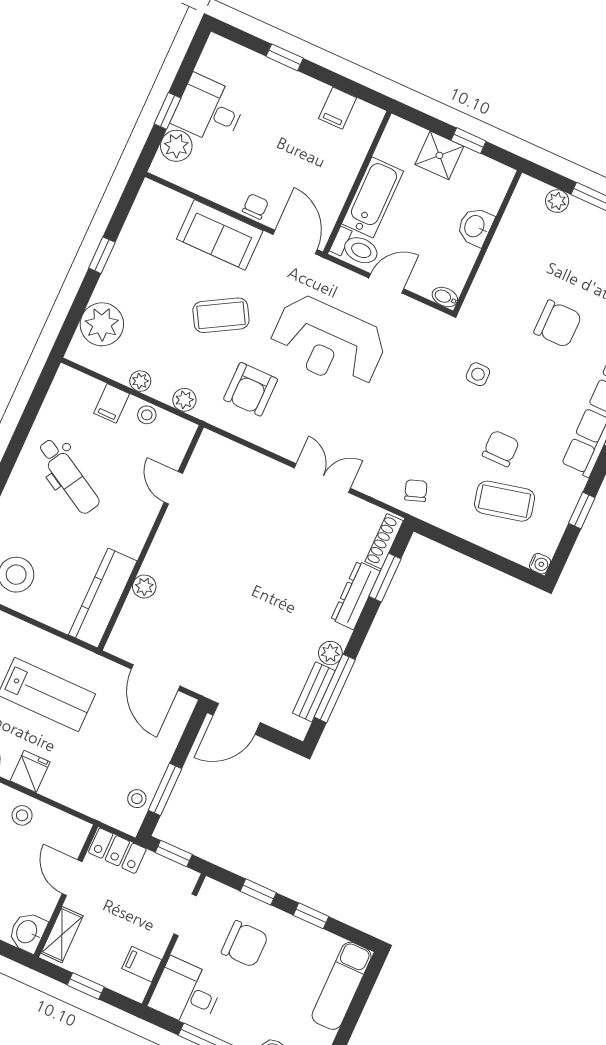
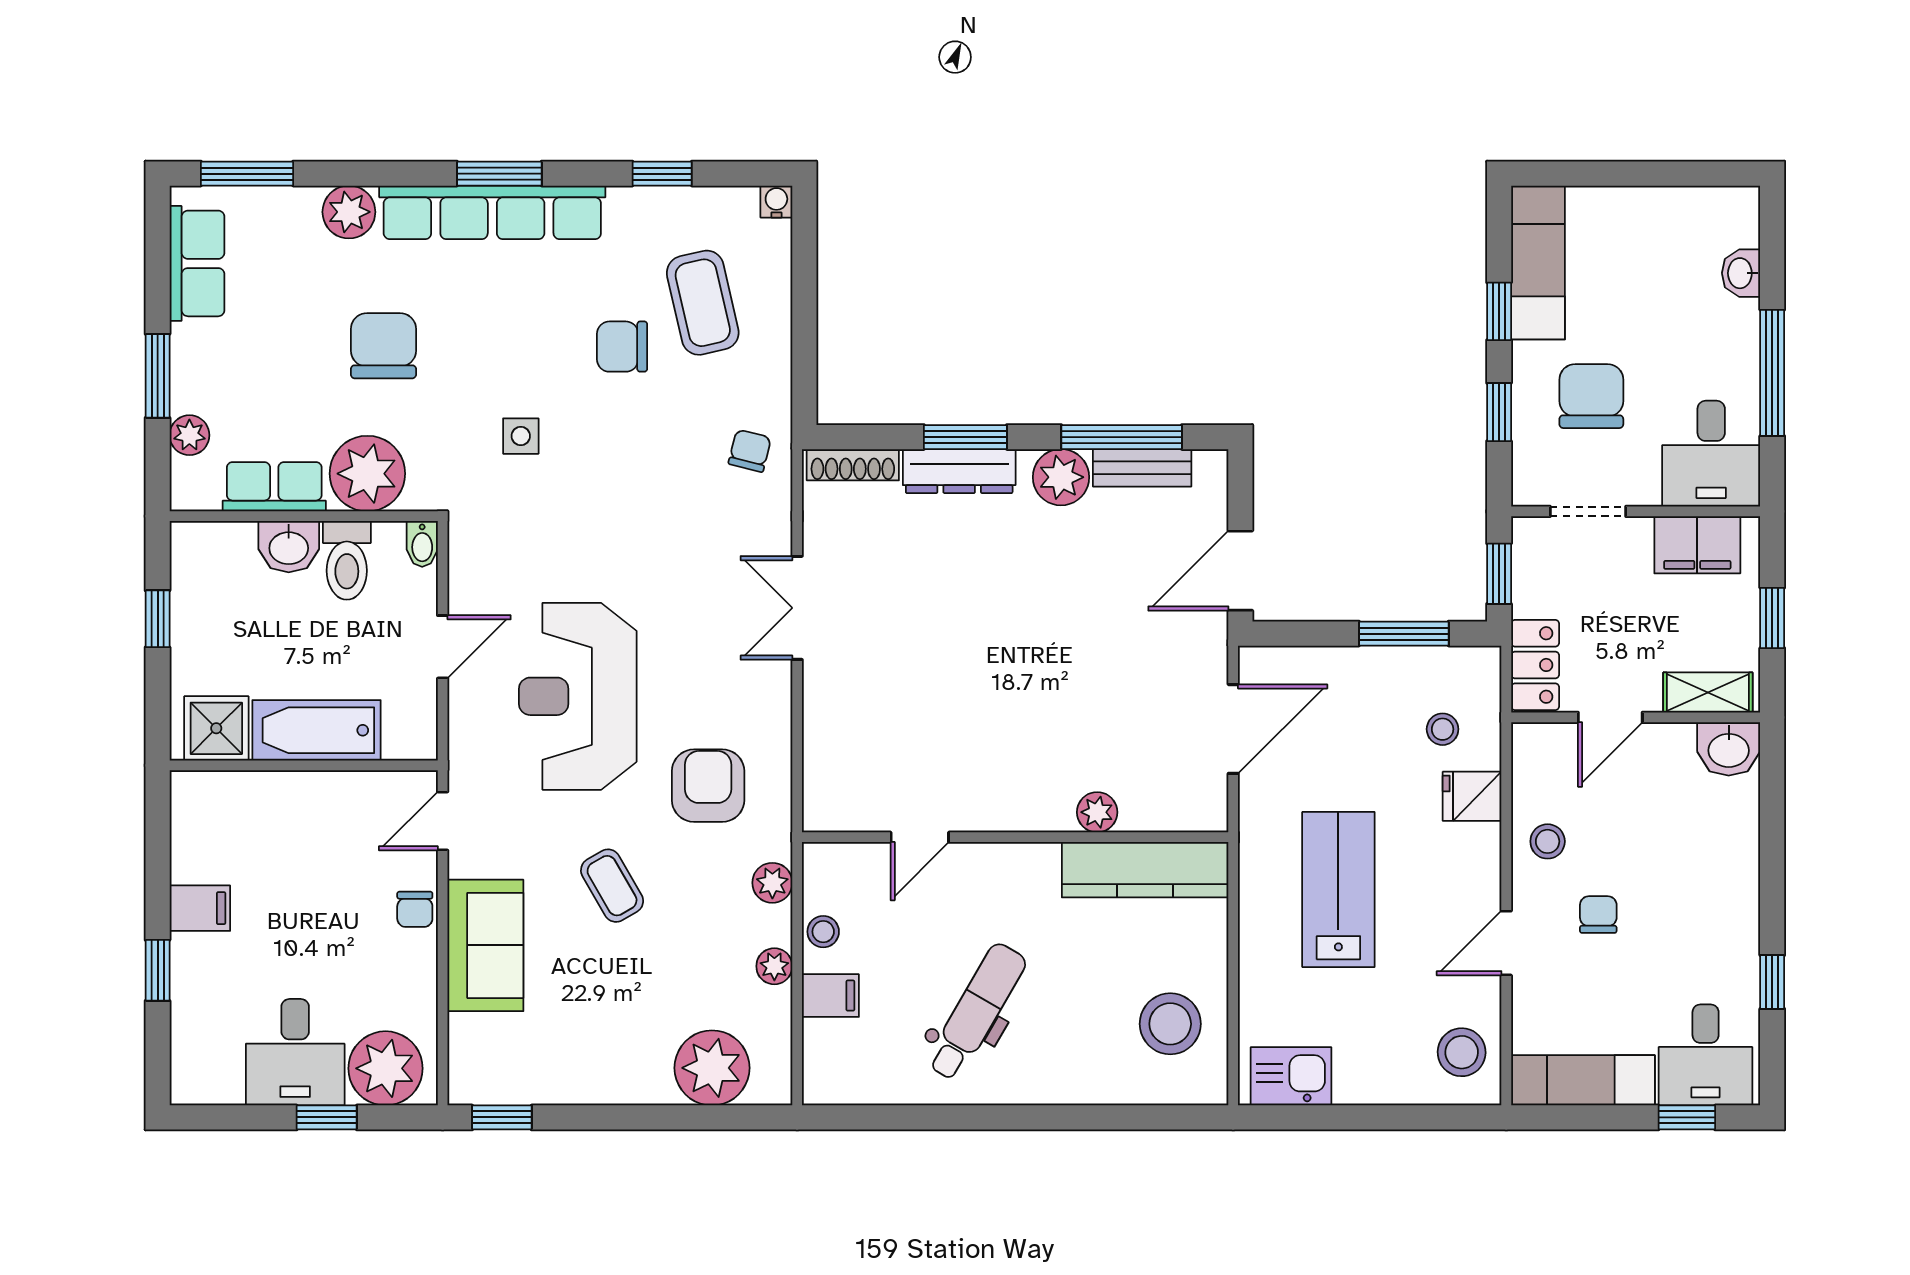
filing cabinet: (338, 108) -> (200, 908), moved
plant: (176, 146) -> (386, 1068), width x1.36, depth x1.36
shower: (439, 155) -> (216, 728), moved
chair: (255, 206) -> (415, 909), turned -90
row of seats: (510, 233) -> (274, 487), added
door: (295, 242) -> (443, 821), width x0.73
toilet: (355, 248) -> (347, 560), moved, turned 180
window: (102, 255) -> (502, 1117), moved
door: (386, 283) -> (443, 647), swing flipped
plant: (495, 285) -> (367, 474), added
coffee table: (221, 315) -> (612, 886), width x0.73, depth x0.77
reception desk: (328, 342) -> (578, 696), turned 180
armchair: (251, 389) -> (708, 786), turned -90
chair: (416, 491) -> (750, 451), turned 123
window: (385, 578) -> (965, 437), moved
plant: (330, 653) -> (1061, 477), width x1.38, depth x1.38
door: (237, 719) -> (1240, 571), swing flipped
fridge: (30, 771) -> (1472, 796), moved
stool: (137, 799) -> (1443, 729), moved
filing cabinet: (142, 964) -> (1697, 545), width x2.00
exam couch: (342, 986) -> (1538, 262), moved, turned -90

